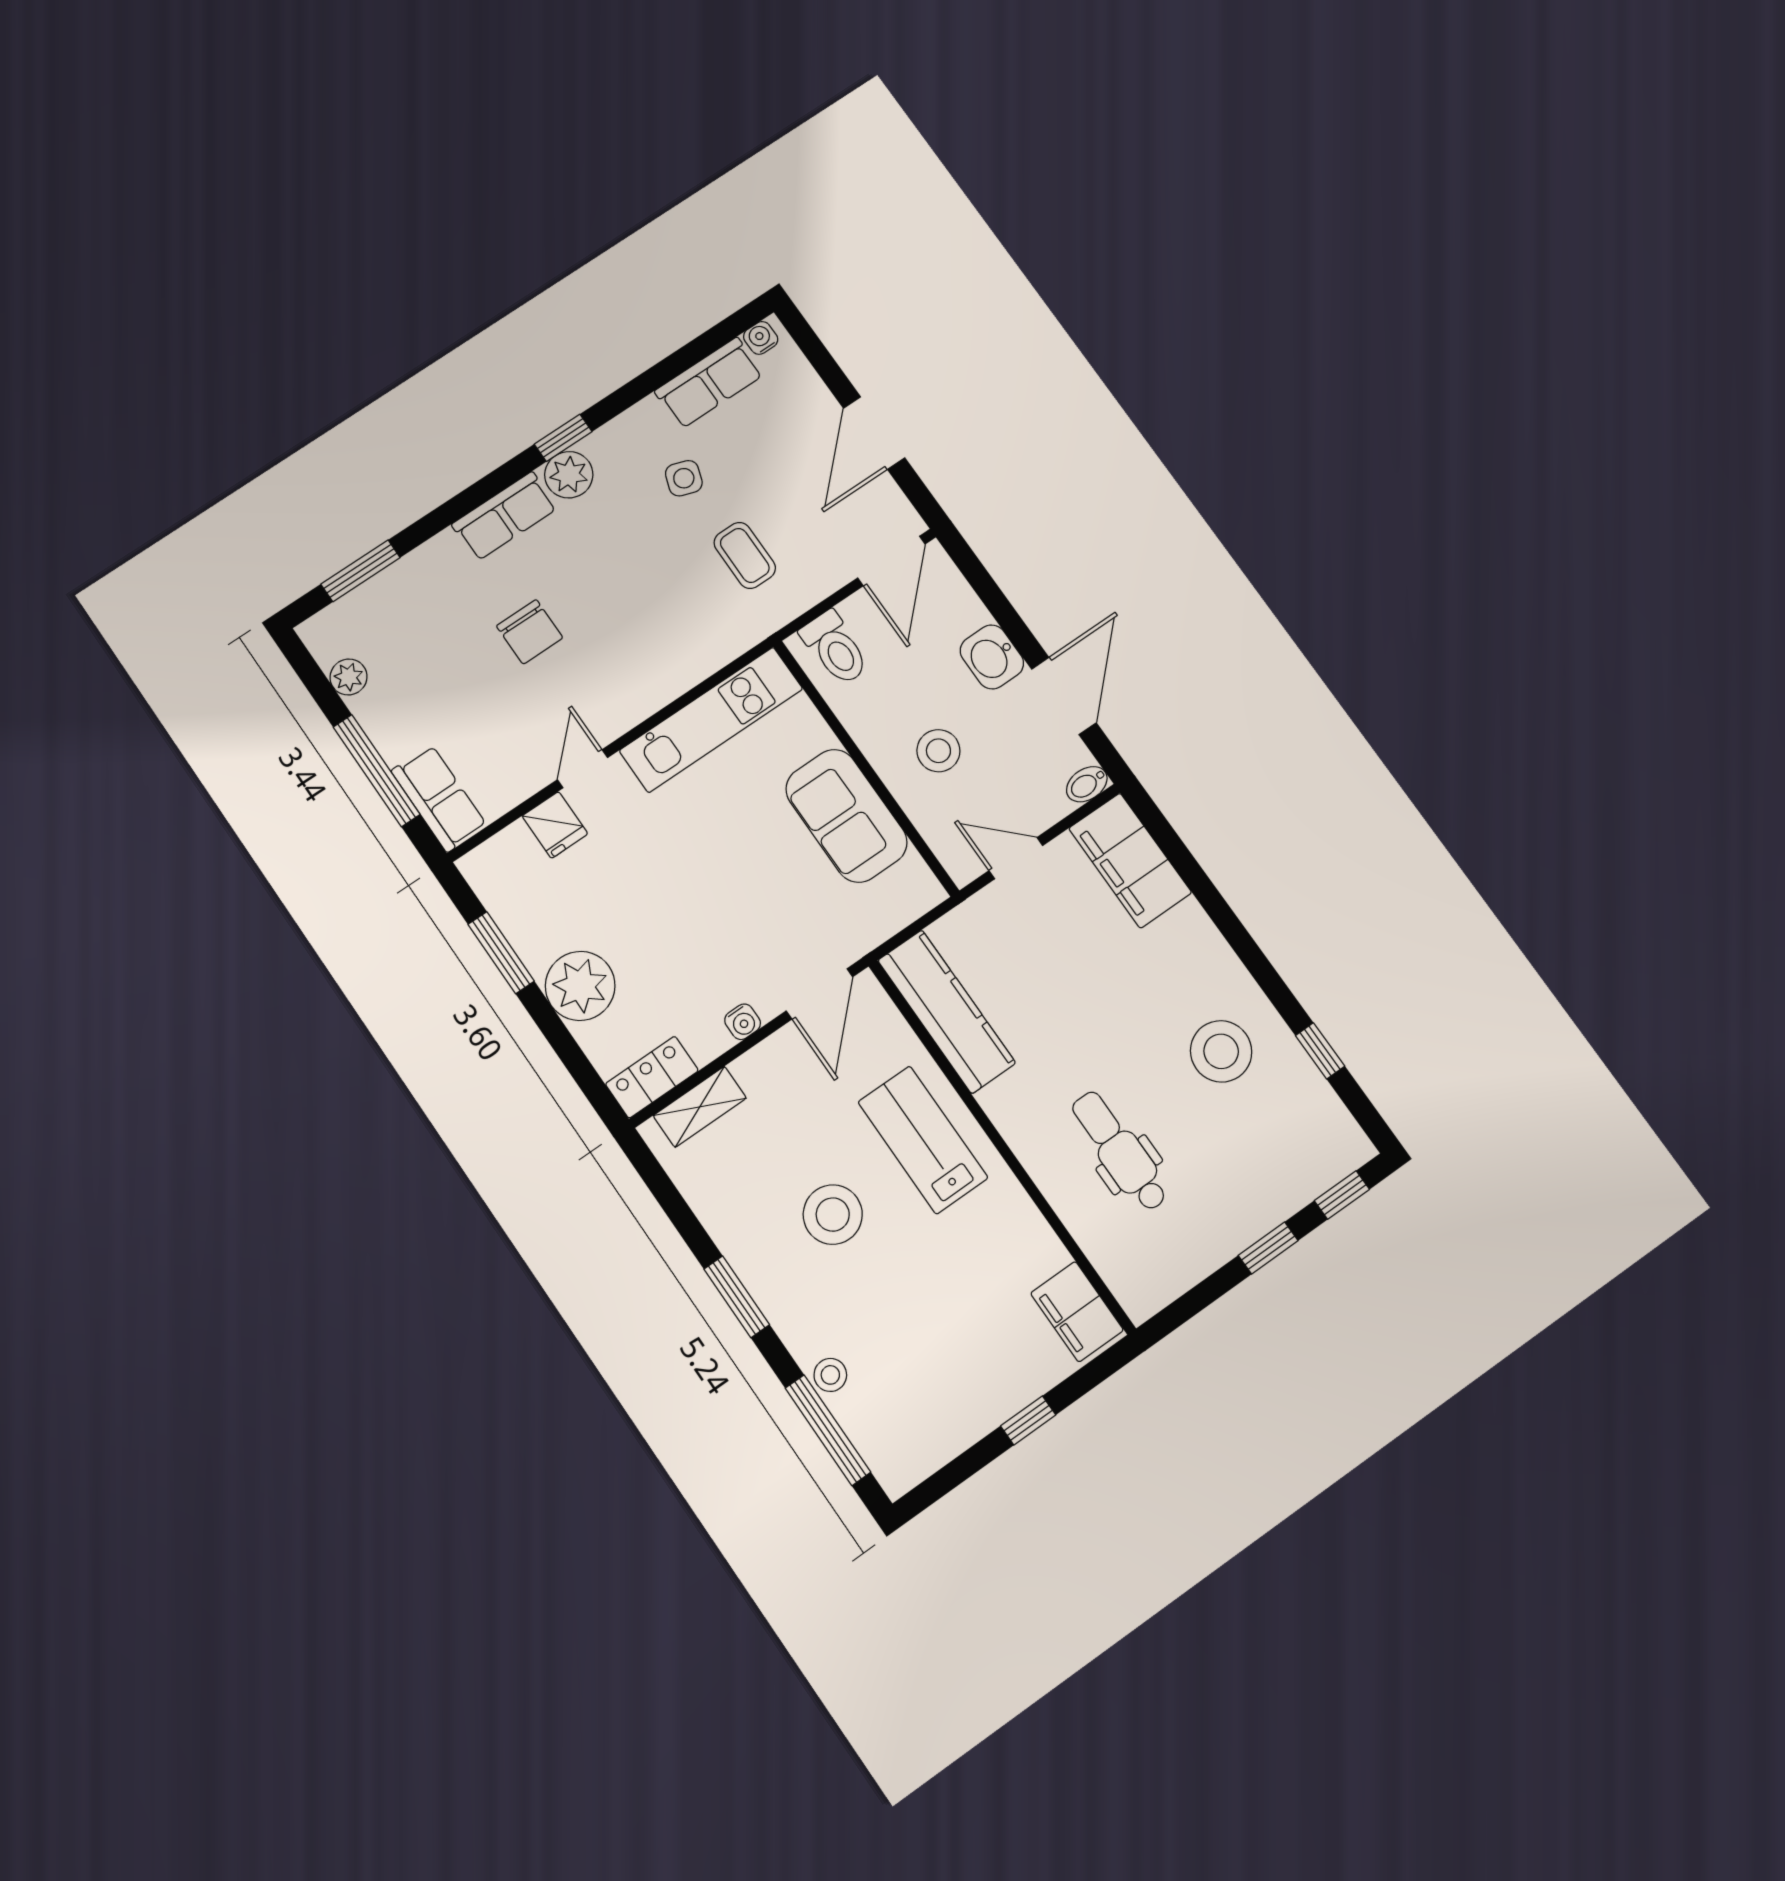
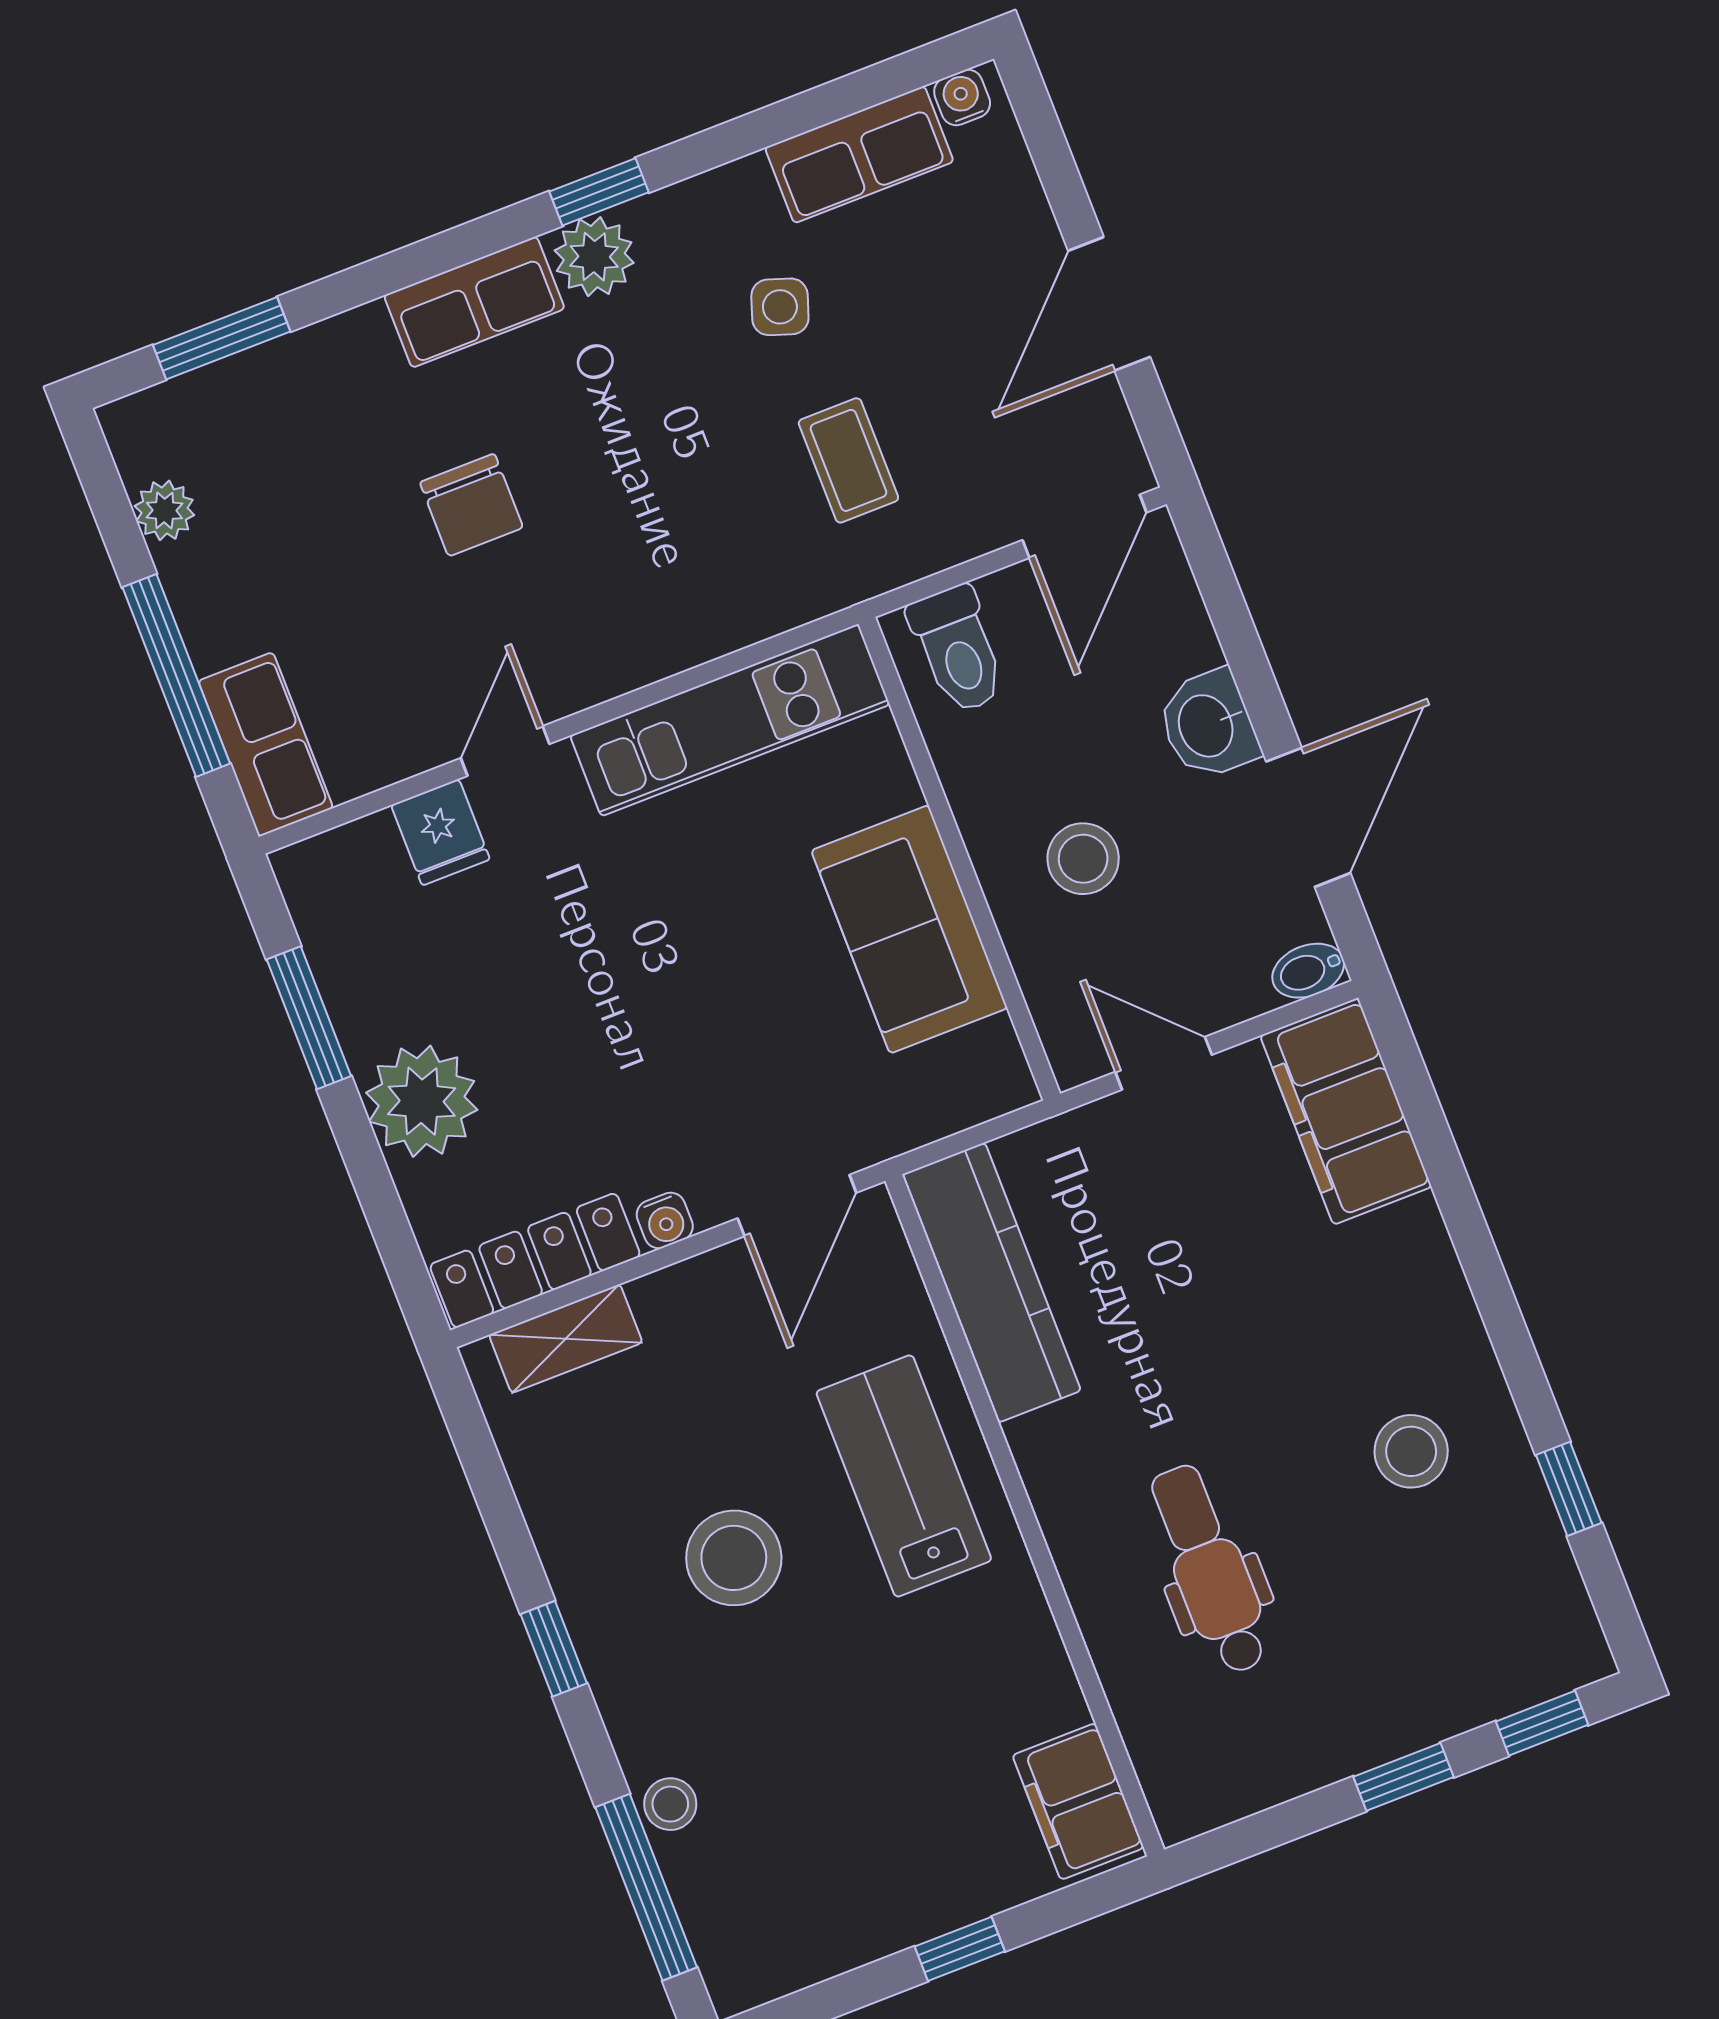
stool: (1221, 1051) -> (1411, 1451), width x0.73, depth x0.73
locker: (652, 1077) -> (535, 1260), width x1.53
window: (737, 1297) -> (554, 1649), width x0.67

